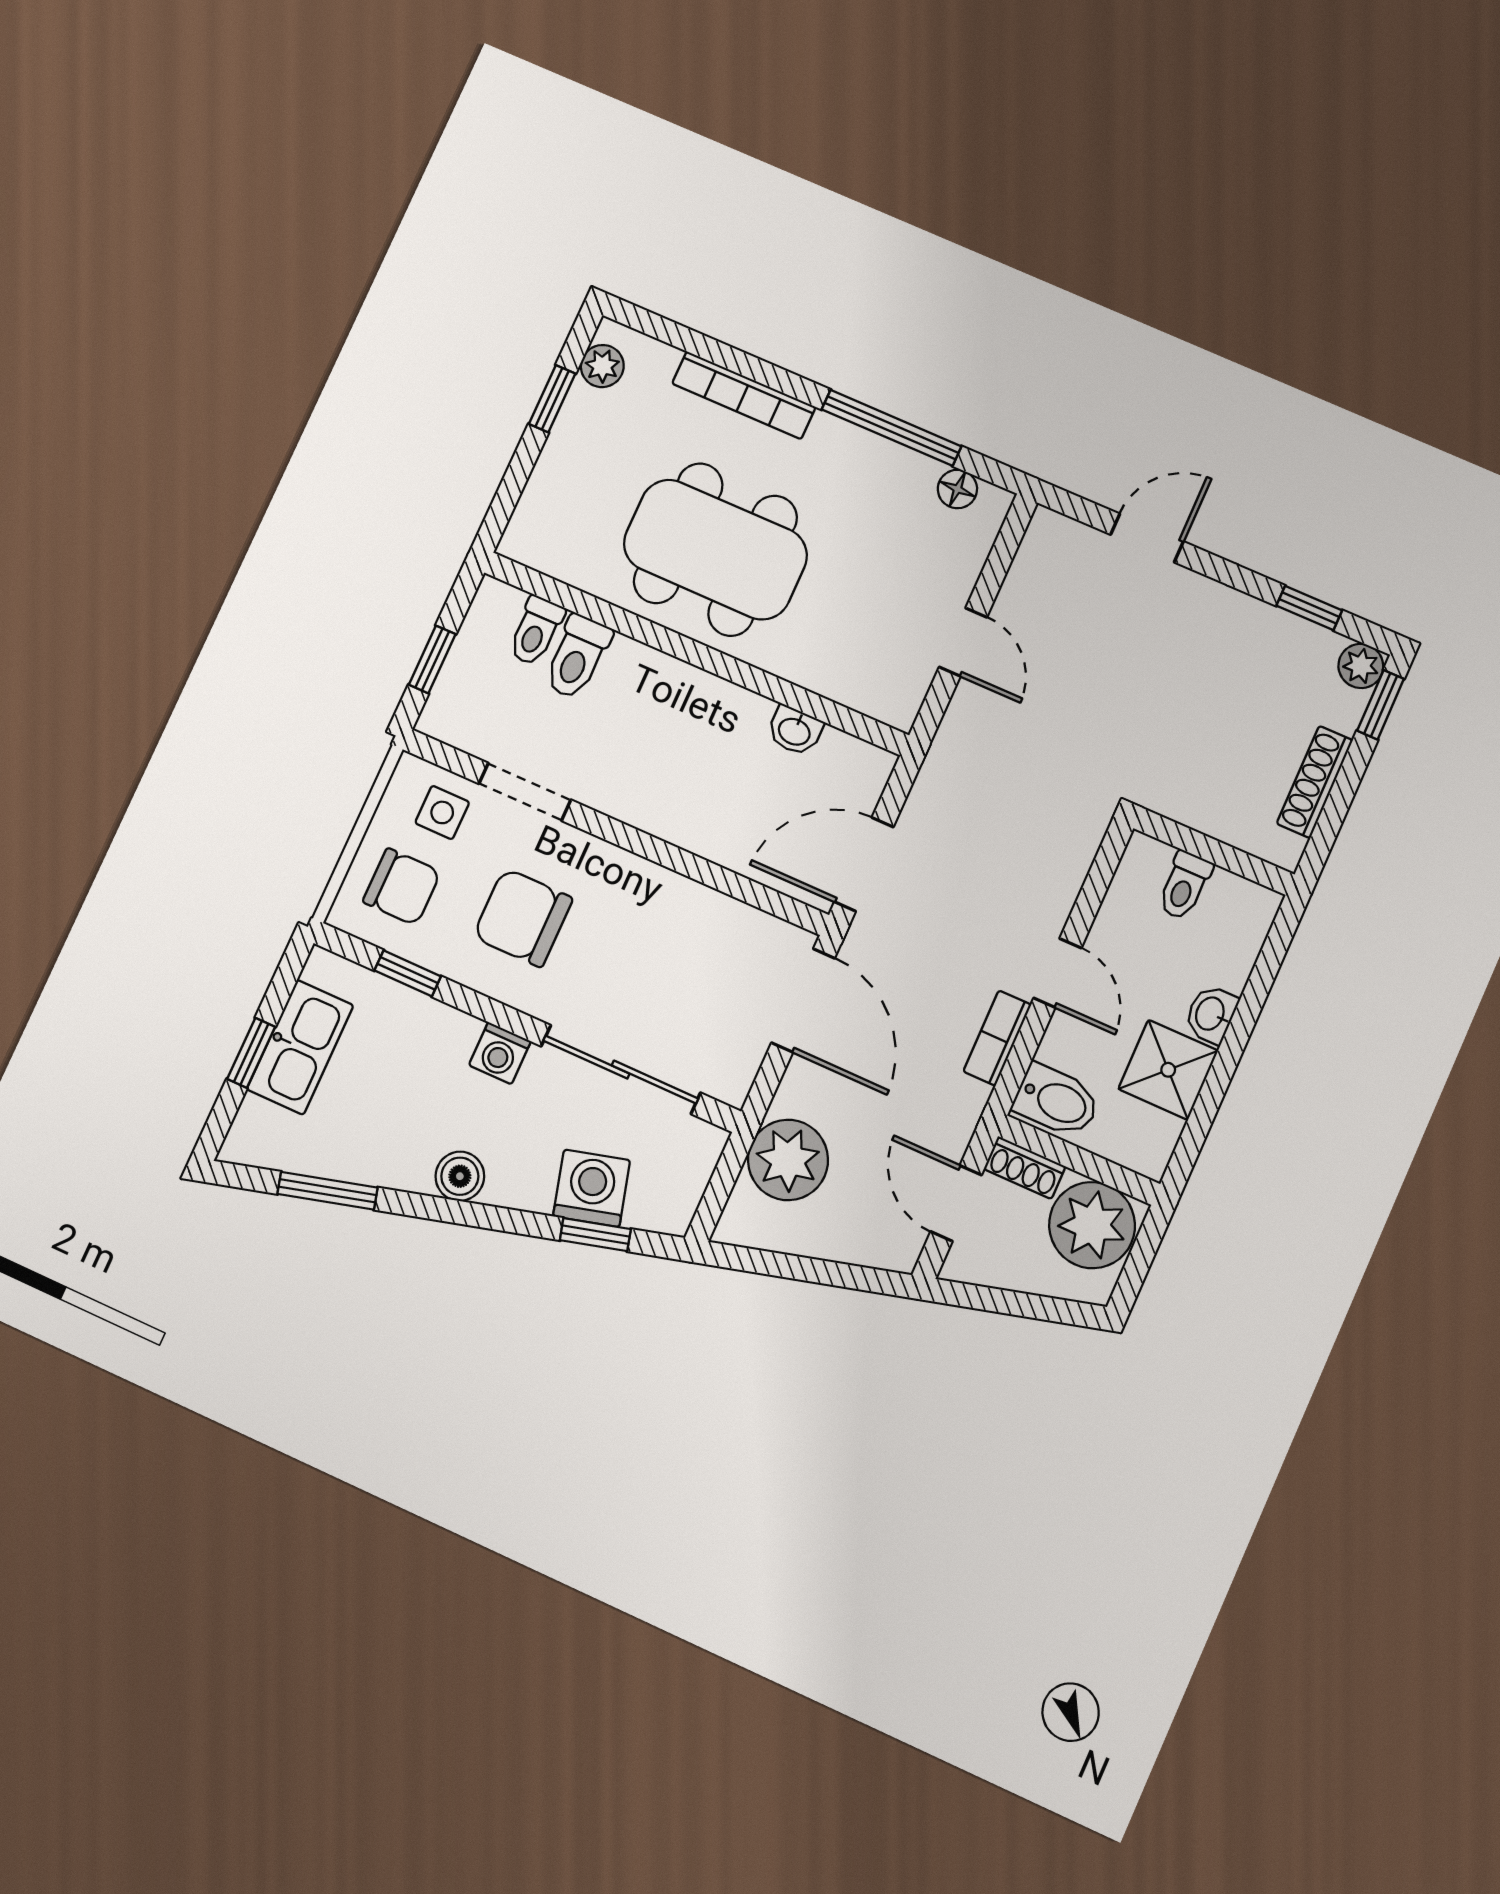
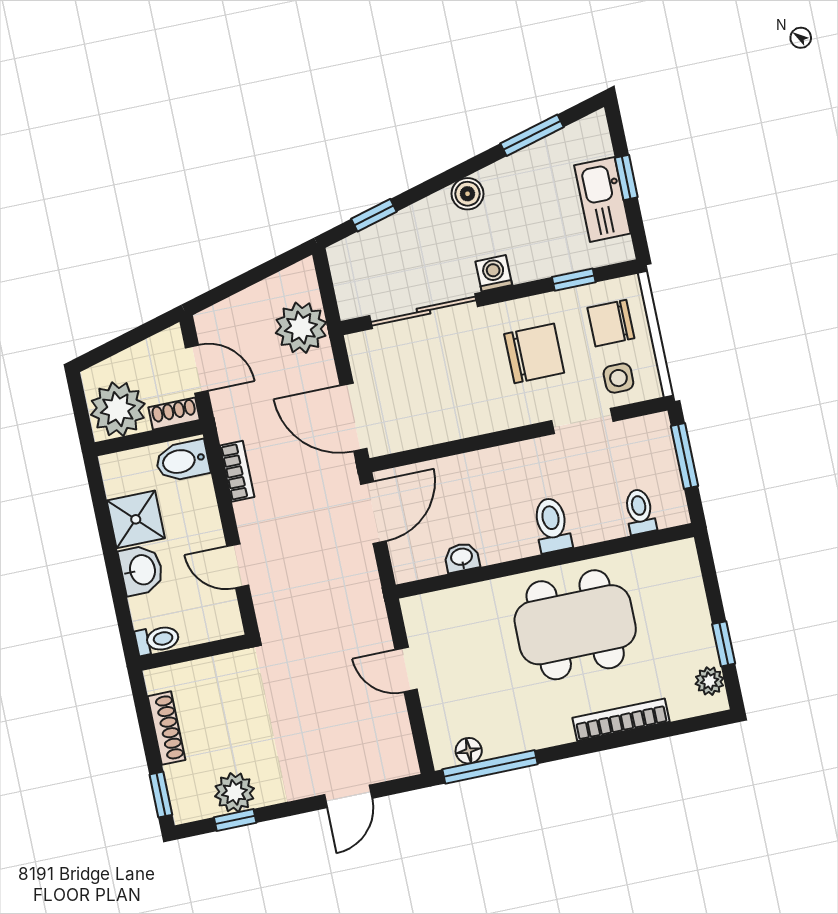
window: (891, 428) -> (490, 767), moved
toilet: (577, 657) -> (552, 525), moved
window: (432, 659) -> (684, 456), width x1.50
plant: (1361, 666) -> (234, 792), moved, width x1.38, depth x1.38
toilet: (1184, 885) -> (157, 640), moved, turned 90
door: (1057, 973) -> (238, 566), moved
washbasin: (1211, 1014) -> (141, 570), width x1.38, depth x1.45
washing machine: (592, 1188) -> (393, 238), removed

